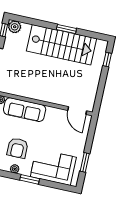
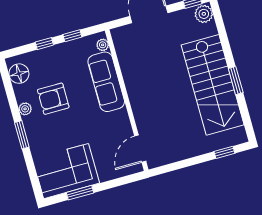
corner sofa: (53, 167) -> (66, 171), moved, turned -90

